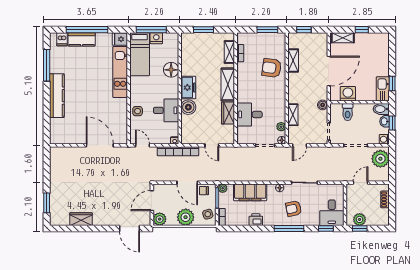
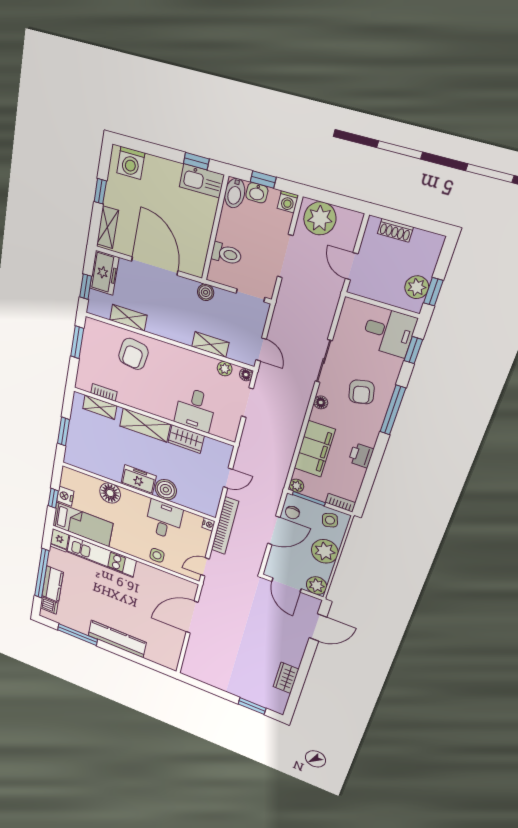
window: (151, 30) -> (53, 498), width x0.46
freezer: (316, 40) -> (104, 273), added
washing machine: (348, 94) -> (131, 163), moved, turned -90

